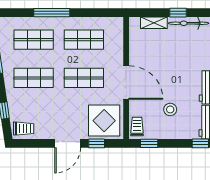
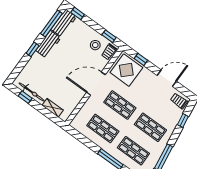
window: (178, 13) -> (25, 97), moved
door: (126, 82) -> (96, 84), hinge flipped
stool: (170, 109) -> (95, 45), moved
door: (68, 143) -> (167, 78), moved

